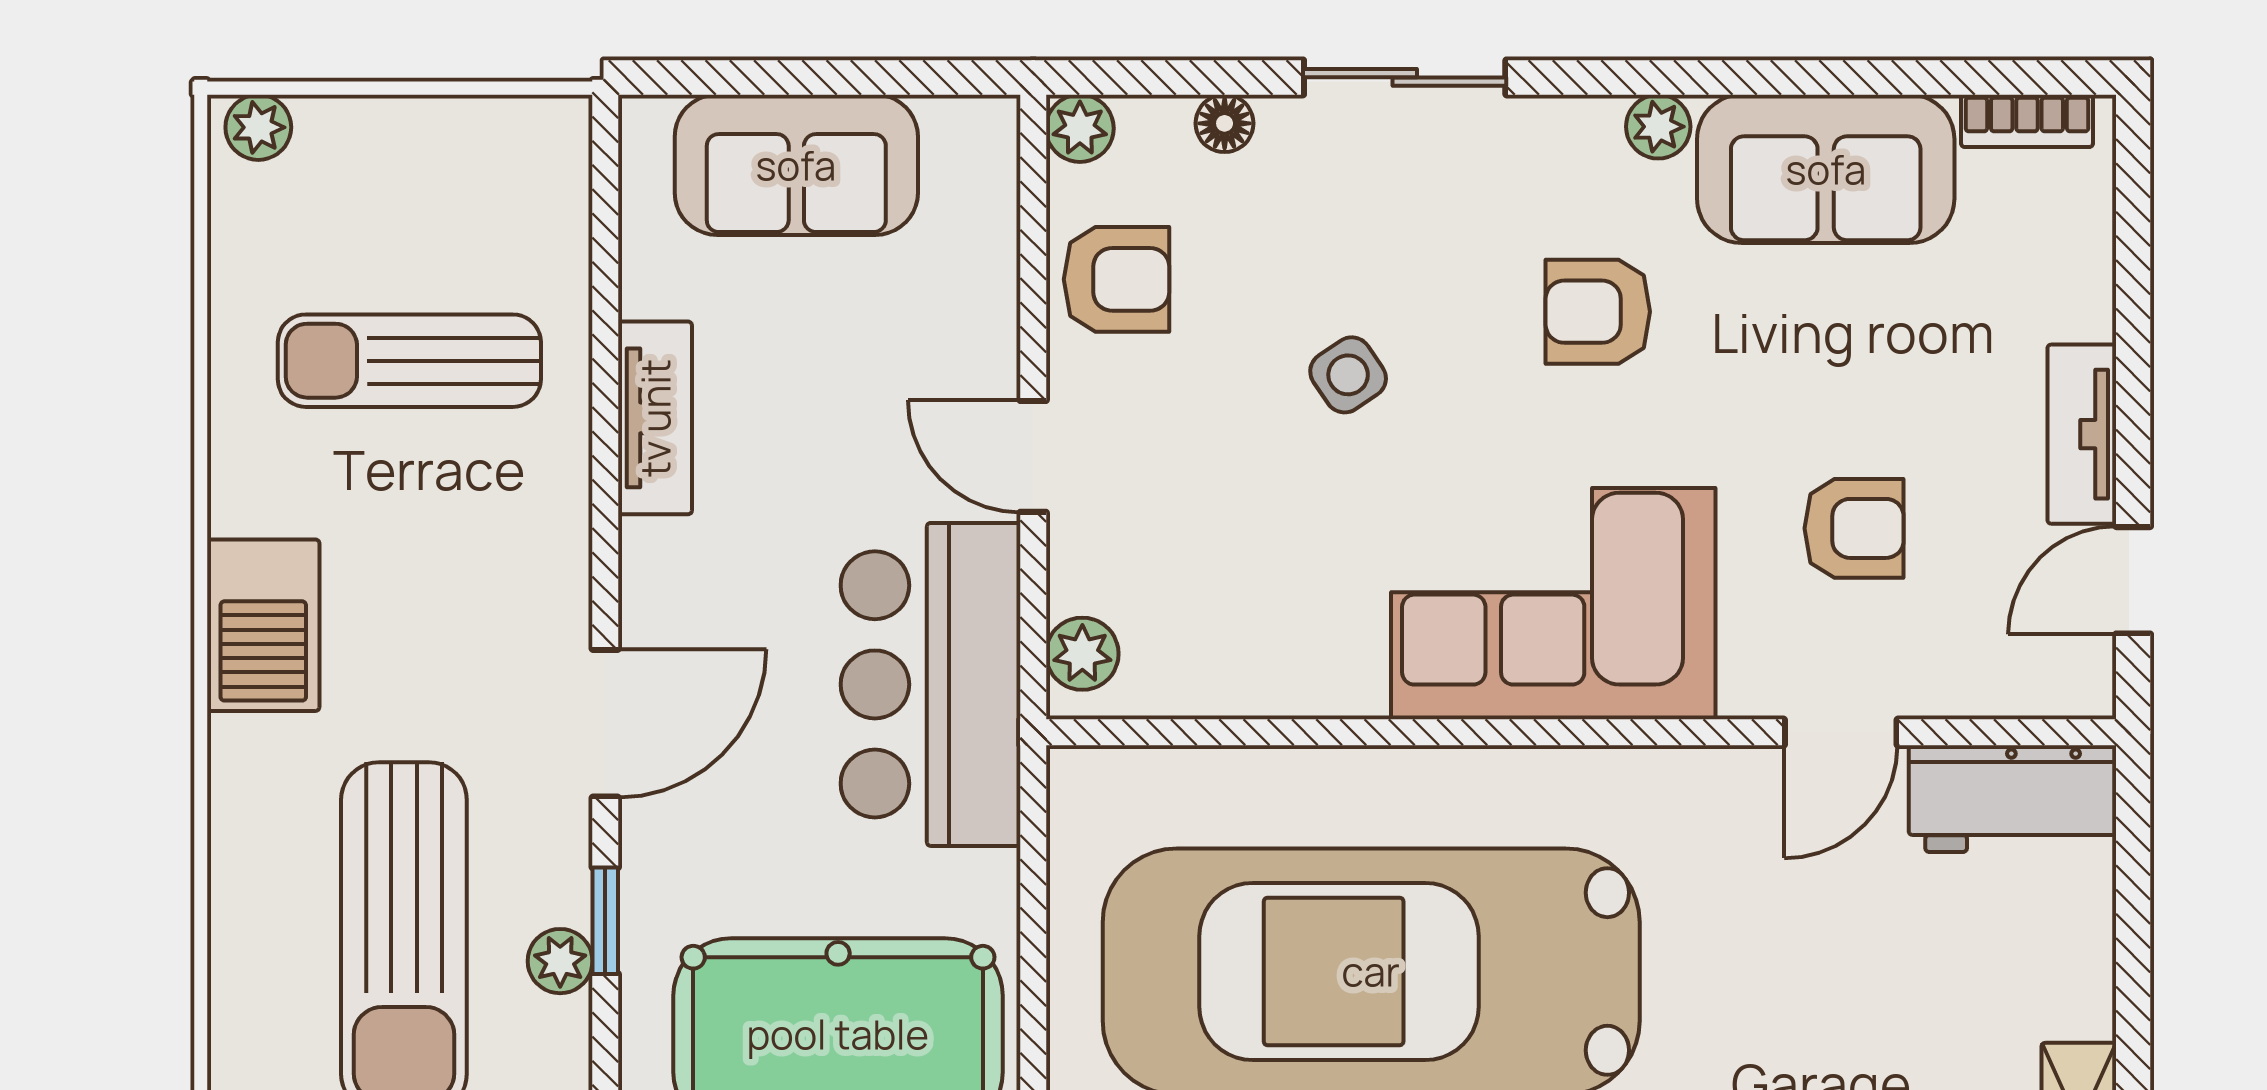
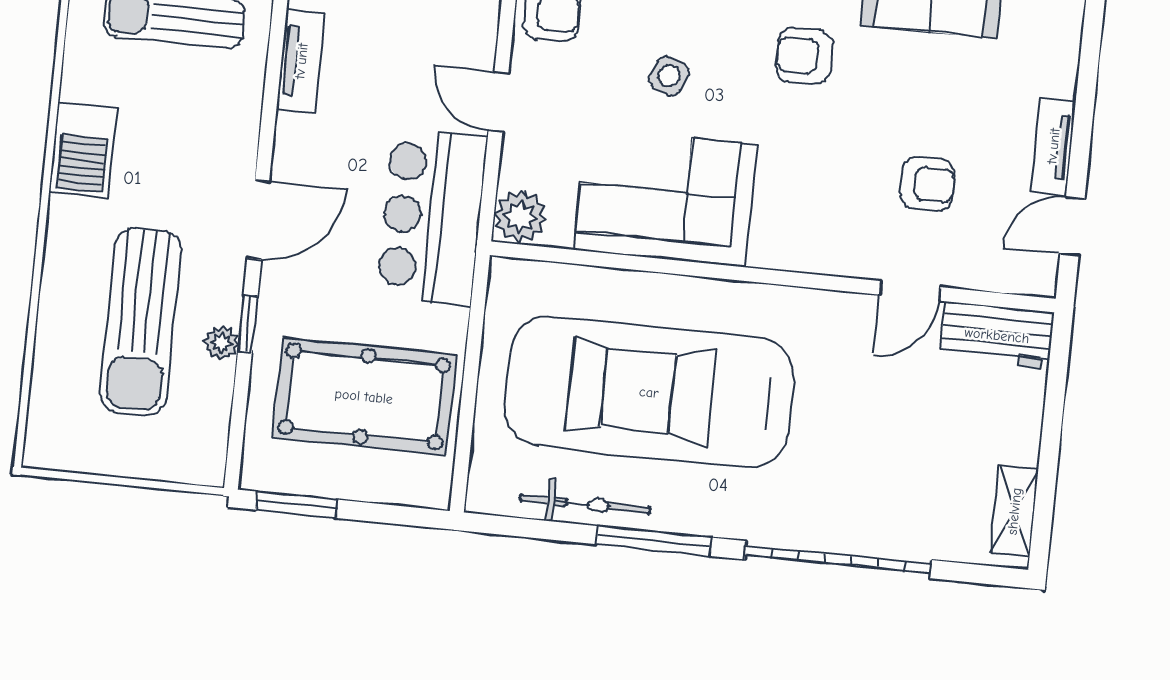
side table: (1348, 375) -> (669, 76), turned -33
corner sofa: (1553, 604) -> (666, 197), moved
plant: (1082, 654) -> (520, 217), width x1.38, depth x1.38

